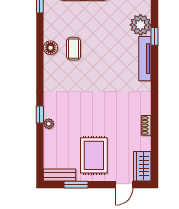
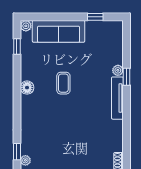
plant: (140, 25) -> (118, 70), width x0.53, depth x0.53
coffee table: (74, 49) -> (63, 83), moved

